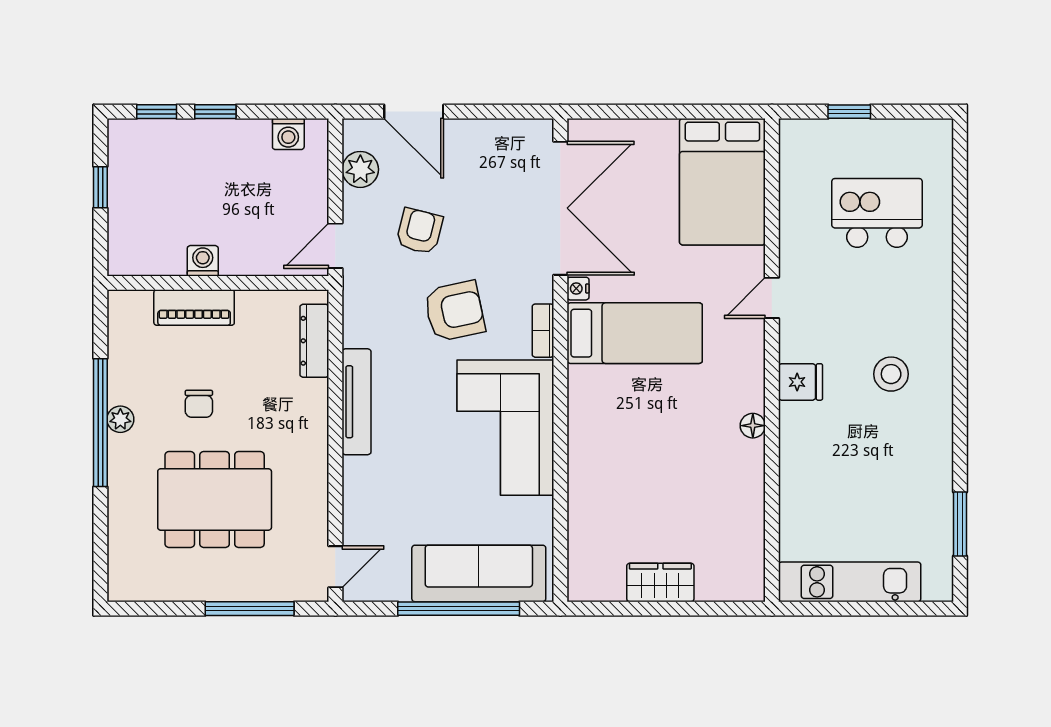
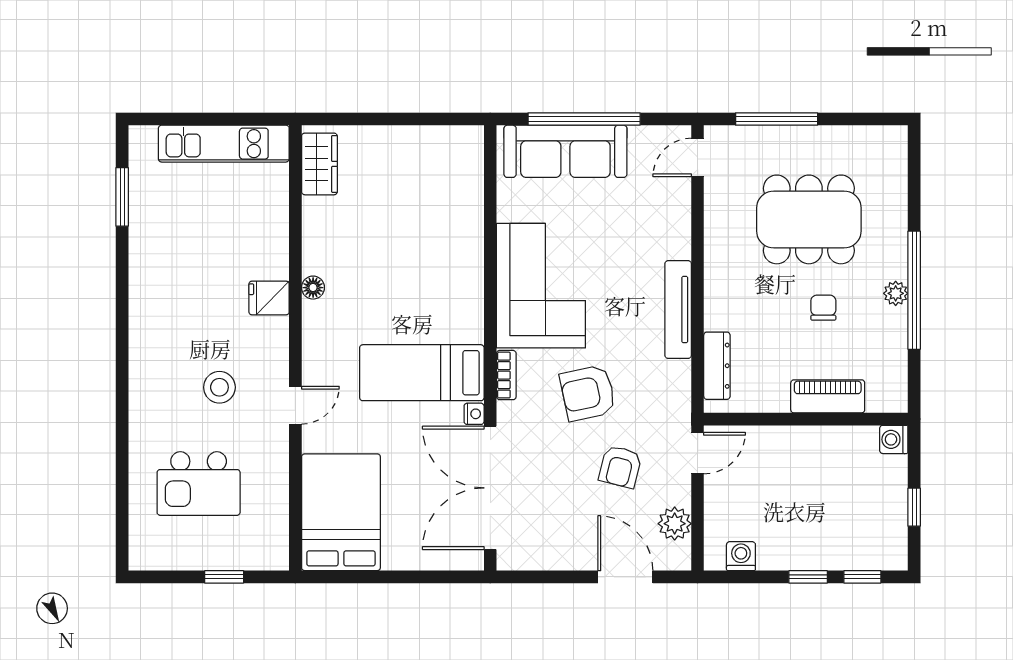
washing machine: (203, 261) -> (894, 439), moved, turned 90
stool: (891, 374) -> (219, 387), moved
fridge: (801, 382) -> (269, 298), moved
wardrobe: (660, 582) -> (319, 164), moved, turned -90

